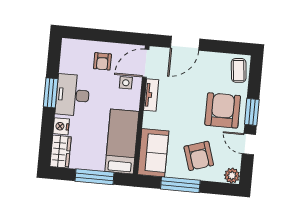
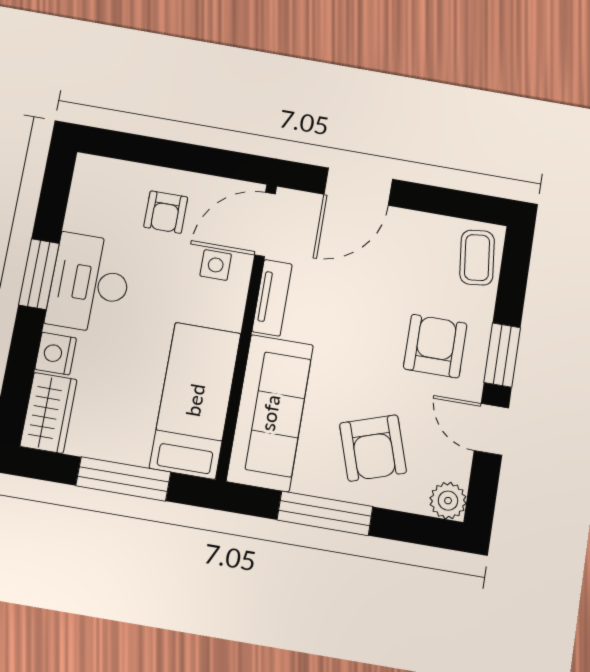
armchair: (223, 110) -> (435, 346), width x0.73, depth x0.73
sofa: (153, 153) -> (270, 413), width x1.36

